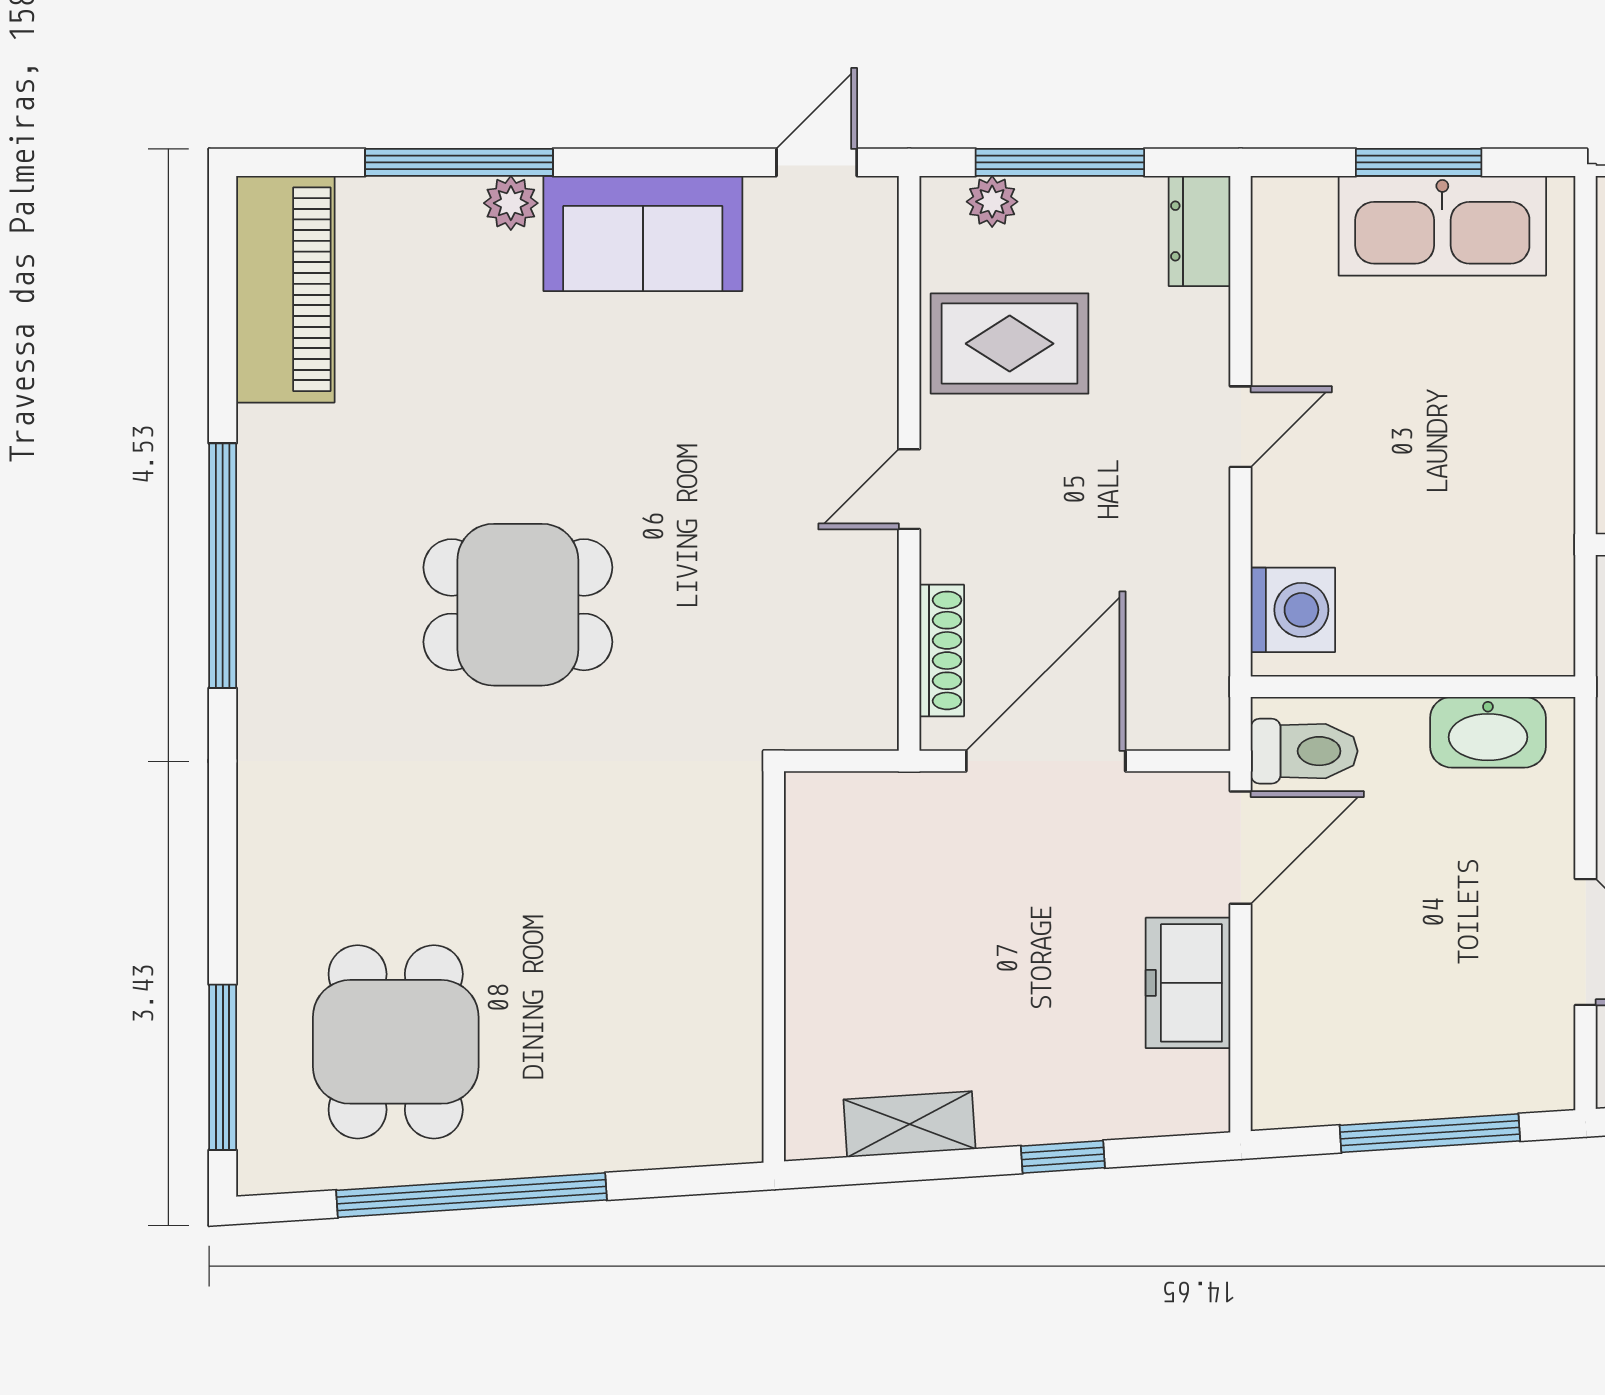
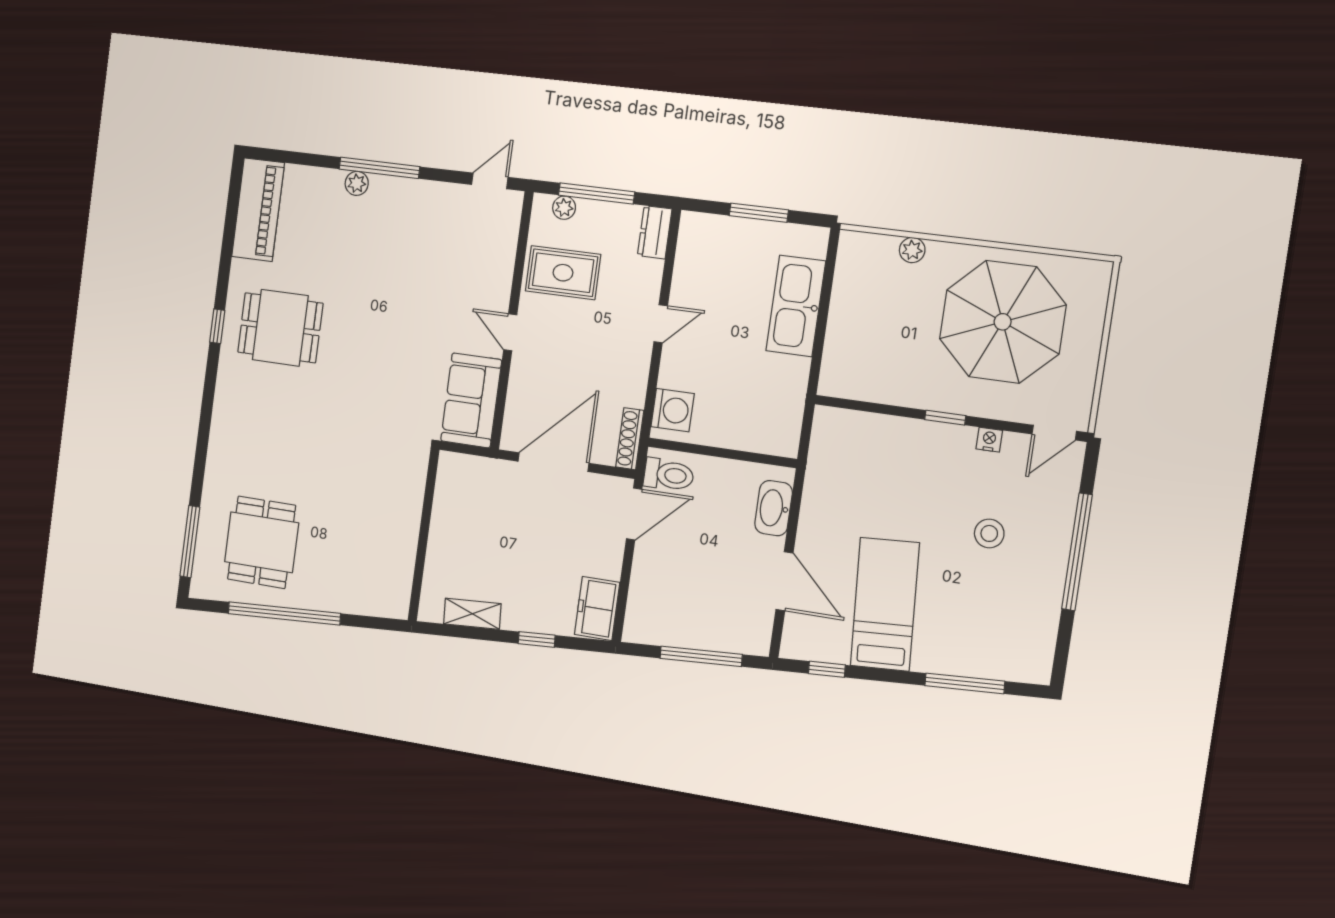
window: (459, 162) -> (379, 168), moved
kitchen sink: (1442, 226) -> (796, 306), moved, turned 90
sofa: (643, 234) -> (471, 400), moved, turned 90
door: (909, 489) -> (510, 332), hinge flipped
window: (223, 566) -> (217, 326), width x0.32
dining table: (518, 605) -> (280, 328), moved
shoe rack: (942, 650) -> (630, 439), moved, turned 180
washbasin: (1488, 732) -> (774, 508), moved, turned 90
freezer: (1188, 983) -> (597, 608), moved

